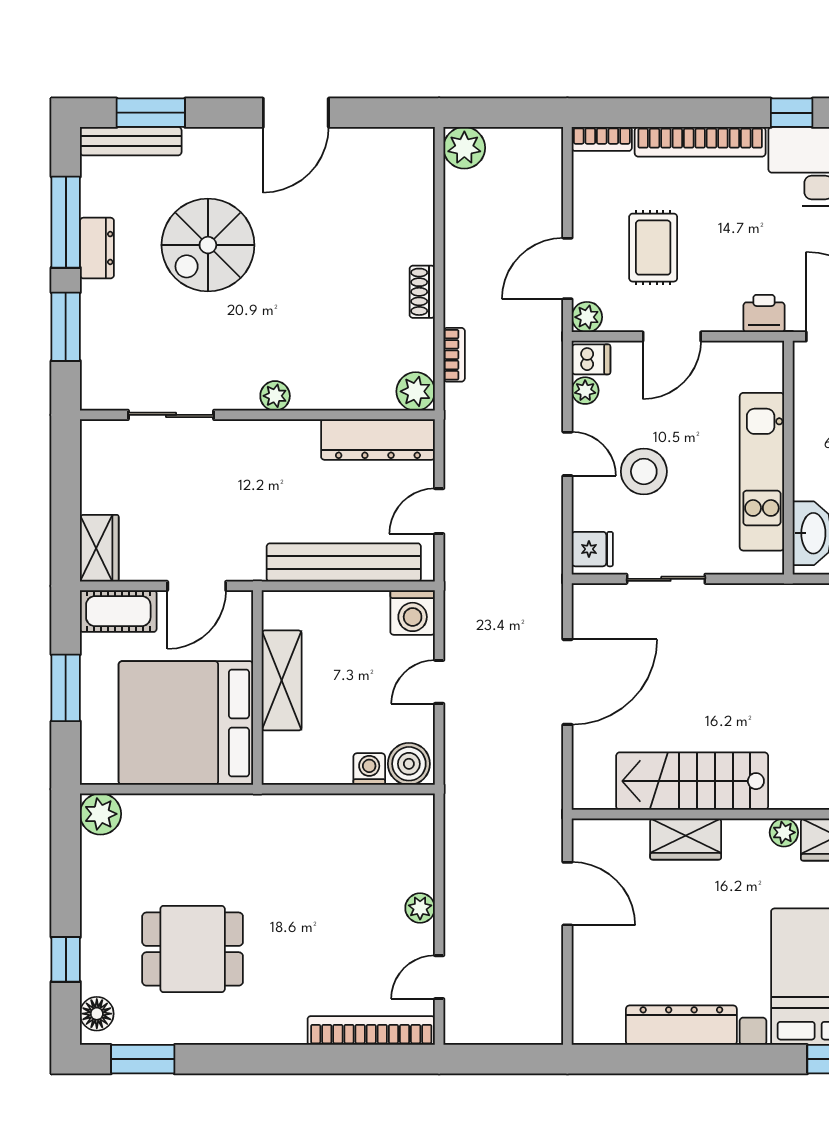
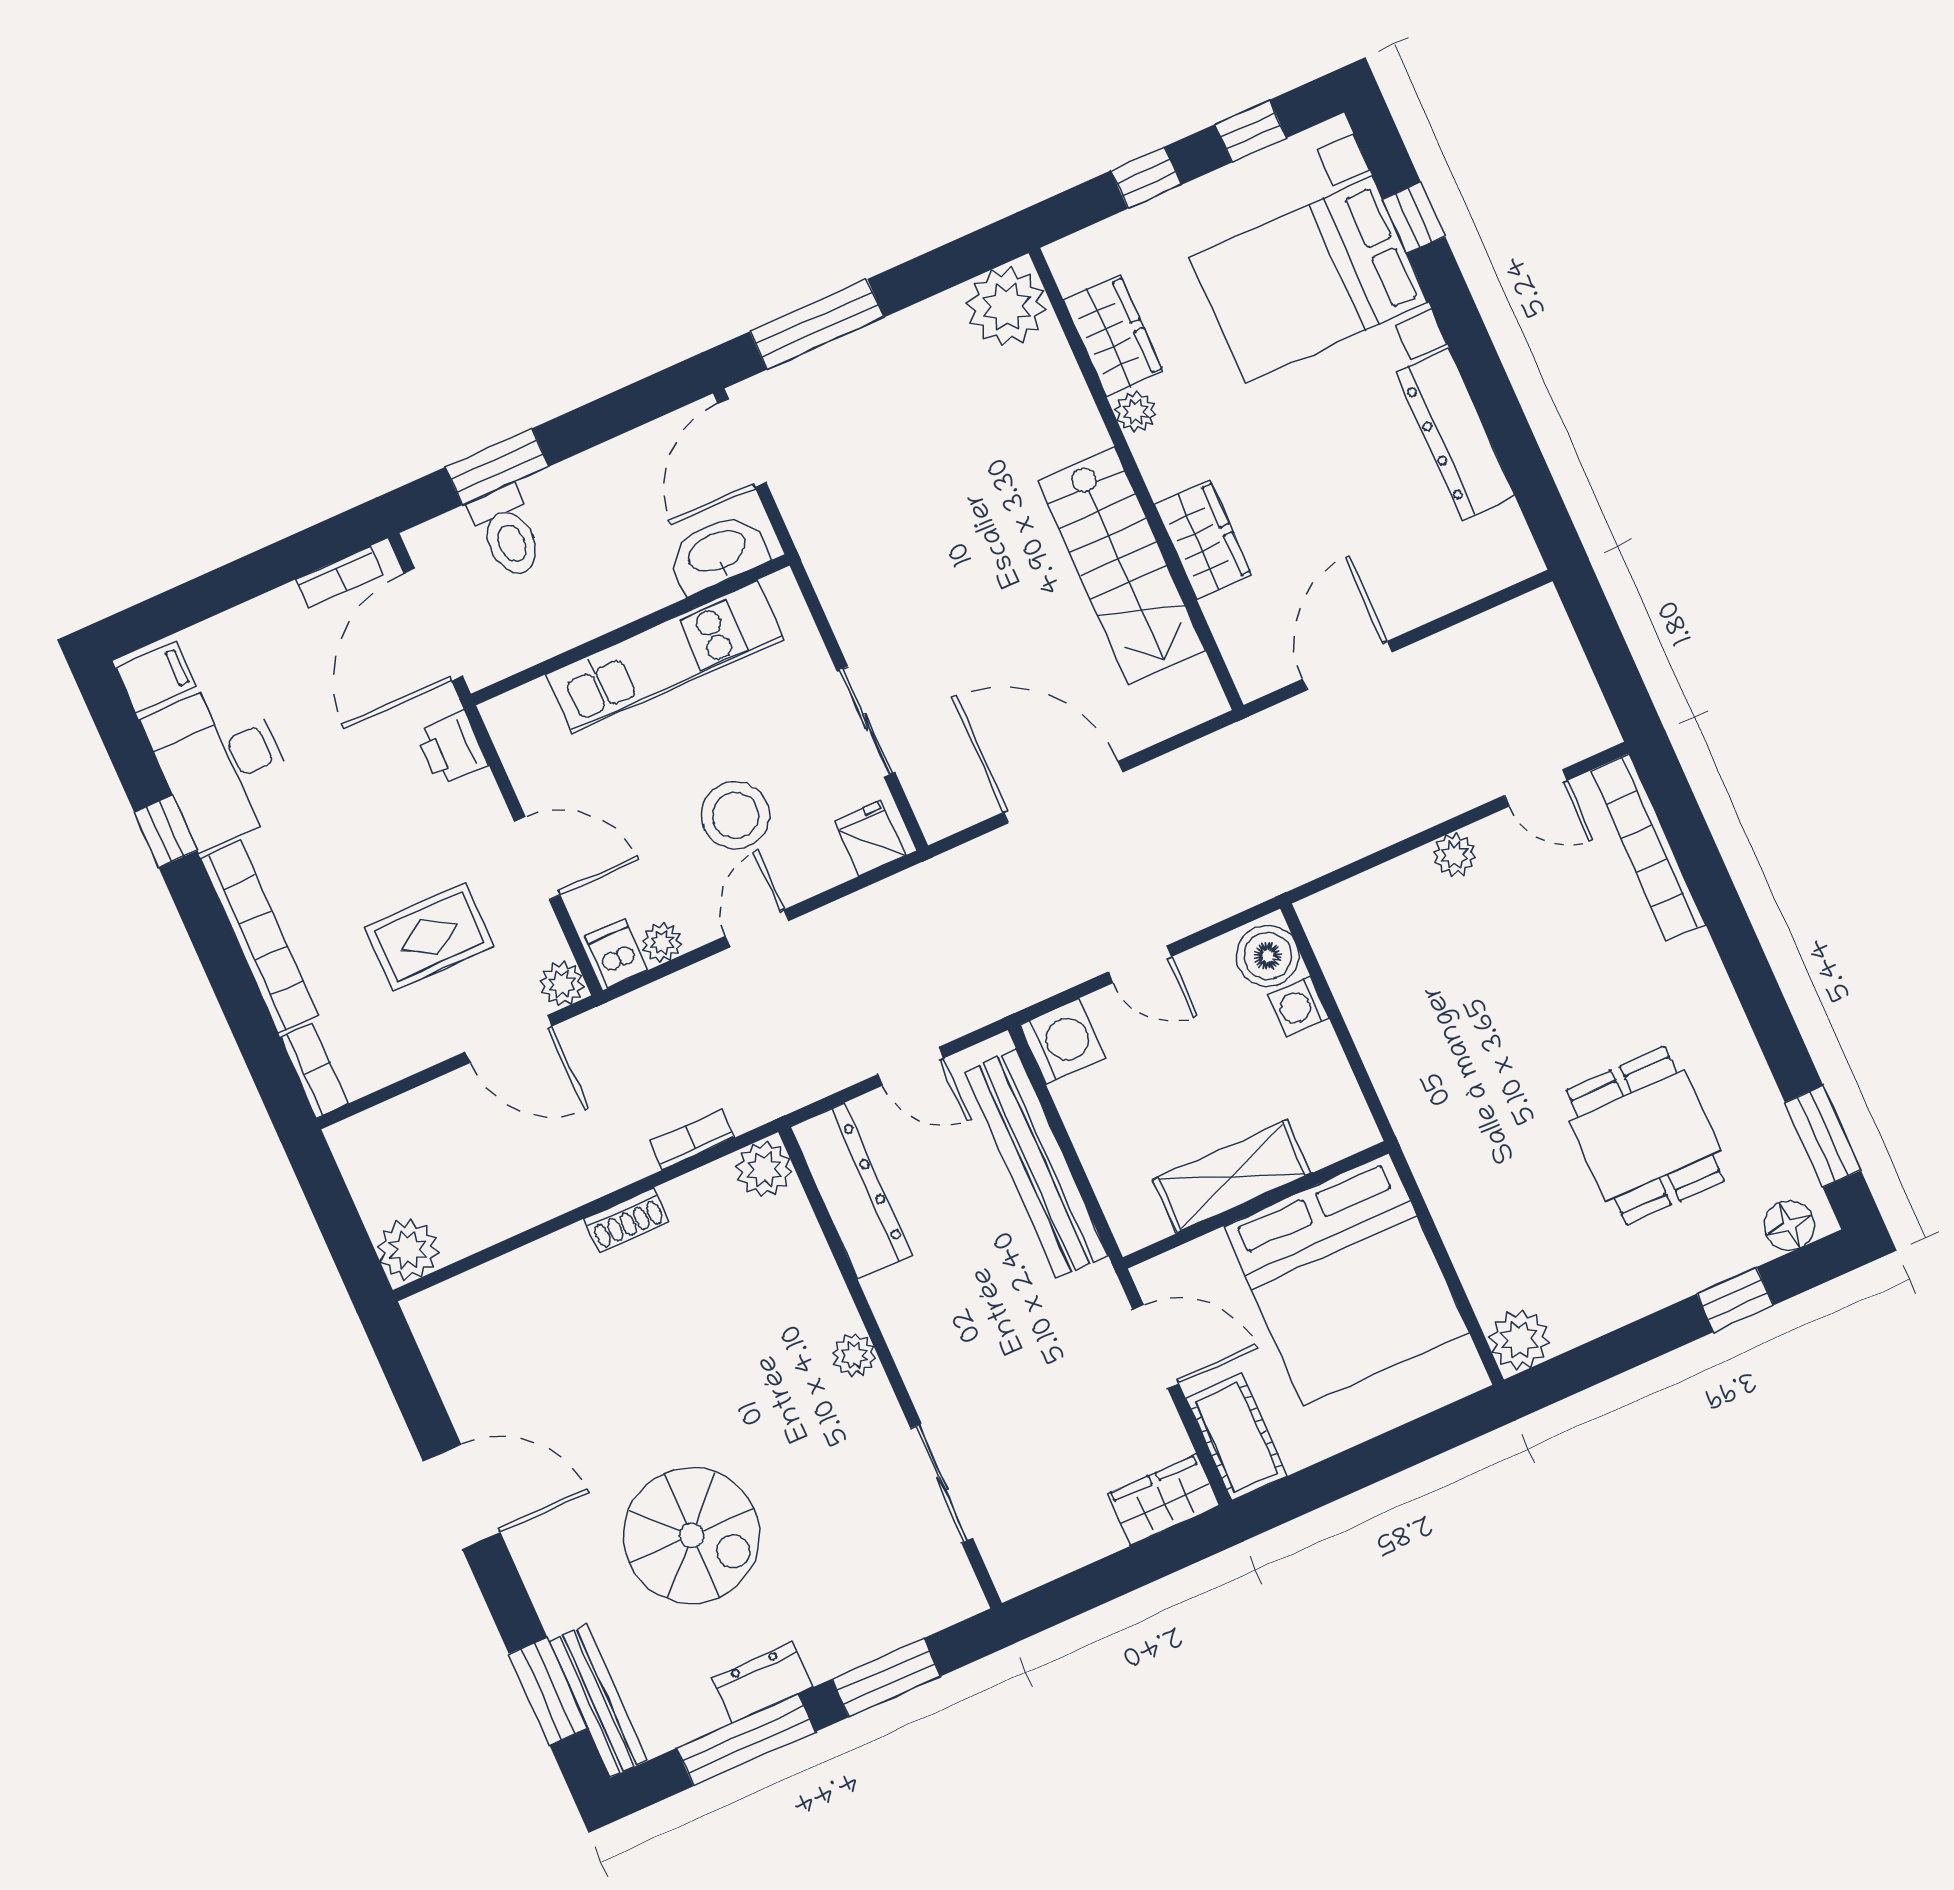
window: (66, 688) -> (1371, 1462), removed

